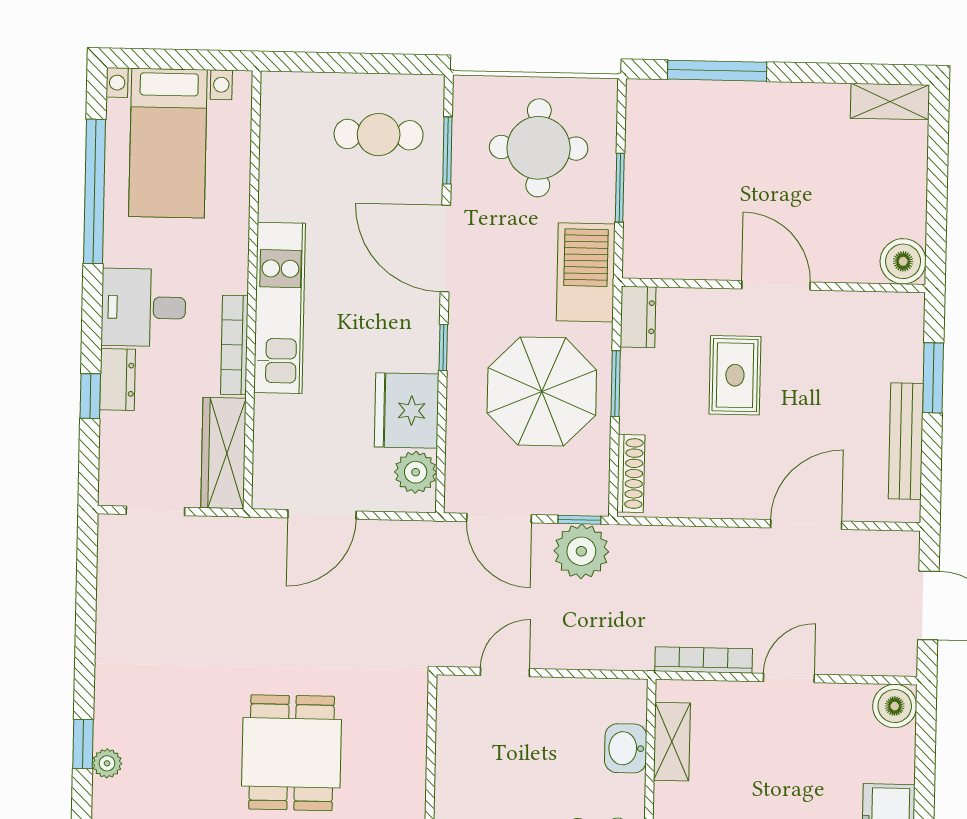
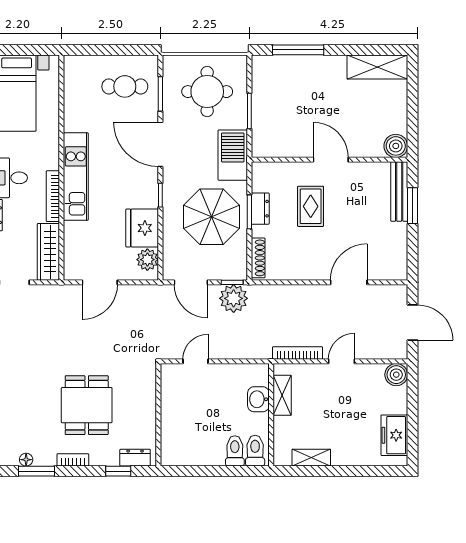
shelving: (890, 102) -> (377, 67), width x1.50, depth x1.33
dresser: (638, 317) -> (260, 209), moved
bench: (906, 441) -> (399, 192), moved

